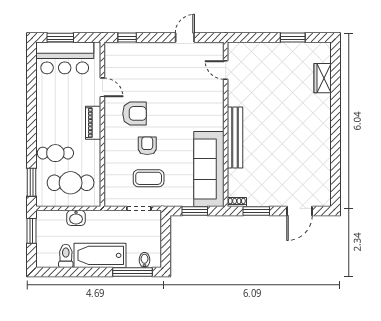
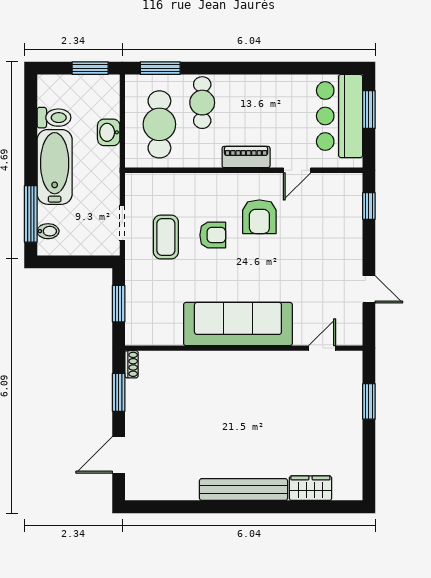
window: (293, 38) -> (369, 401), moved
bench: (235, 138) -> (244, 489), moved
sofa: (209, 169) -> (238, 324), moved
door: (300, 211) -> (119, 455), hinge flipped

